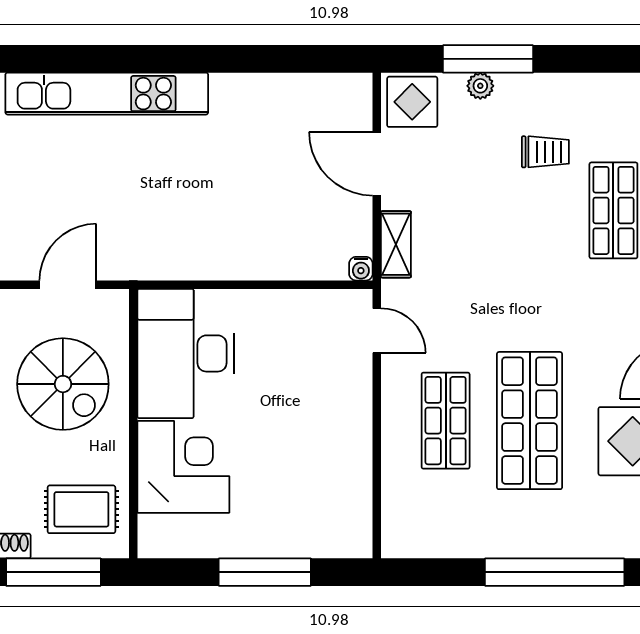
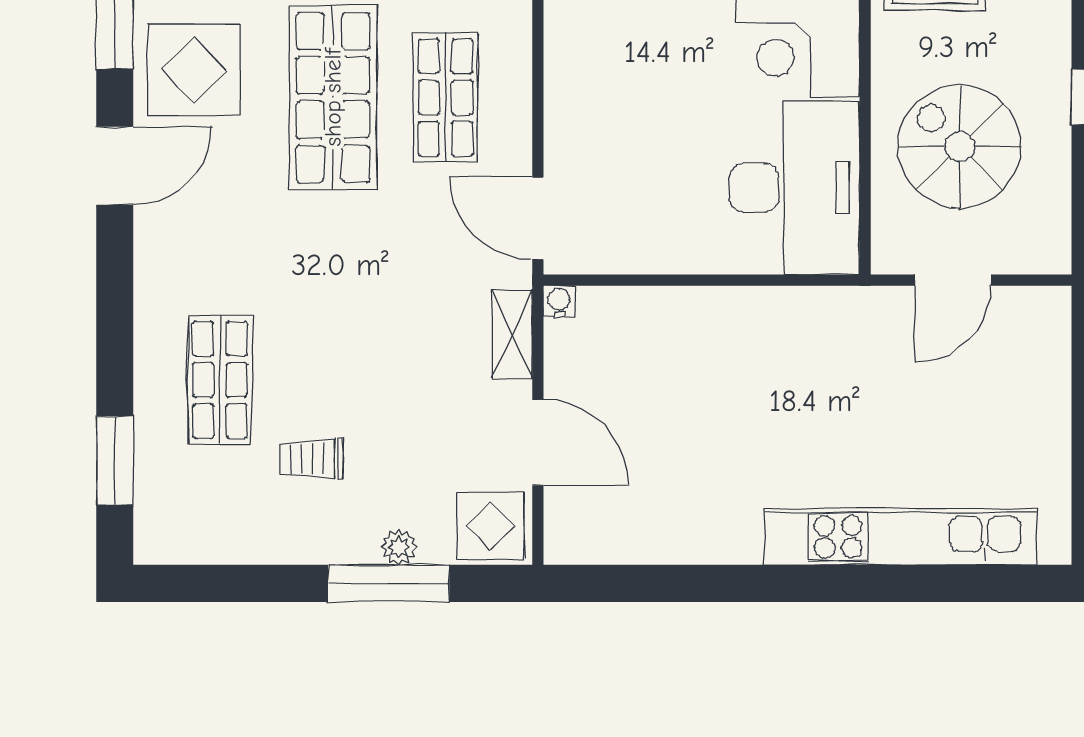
door: (377, 331) -> (538, 218), width x1.38

